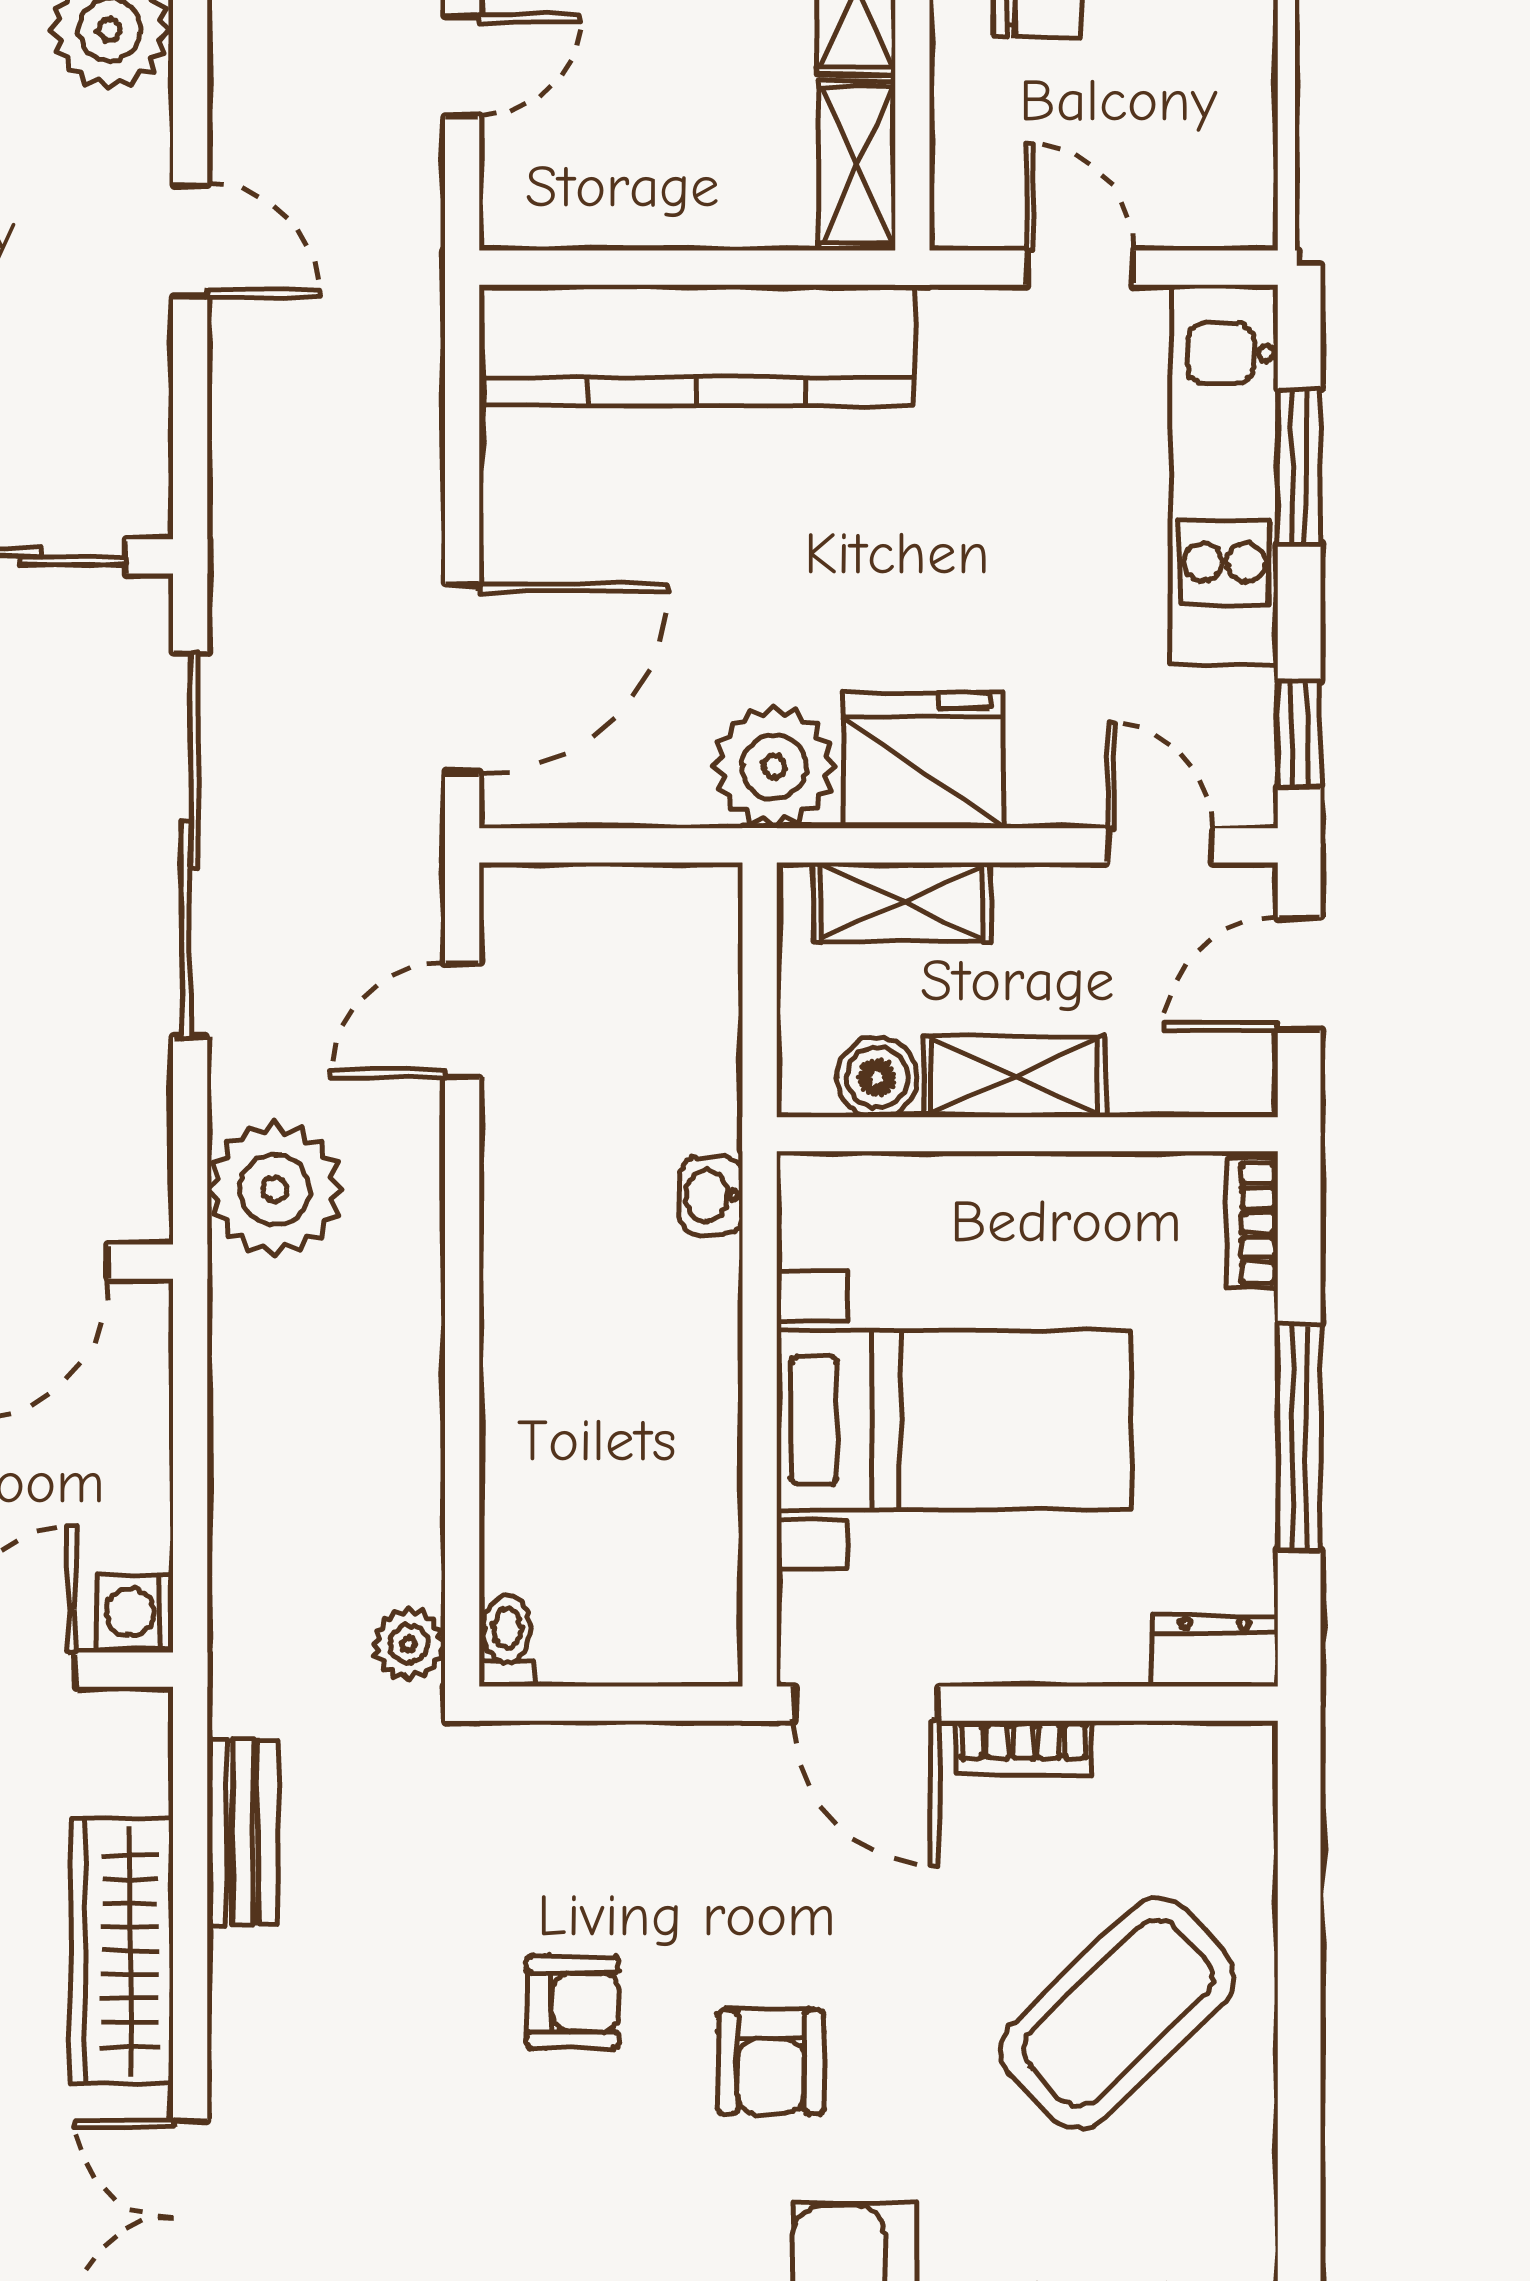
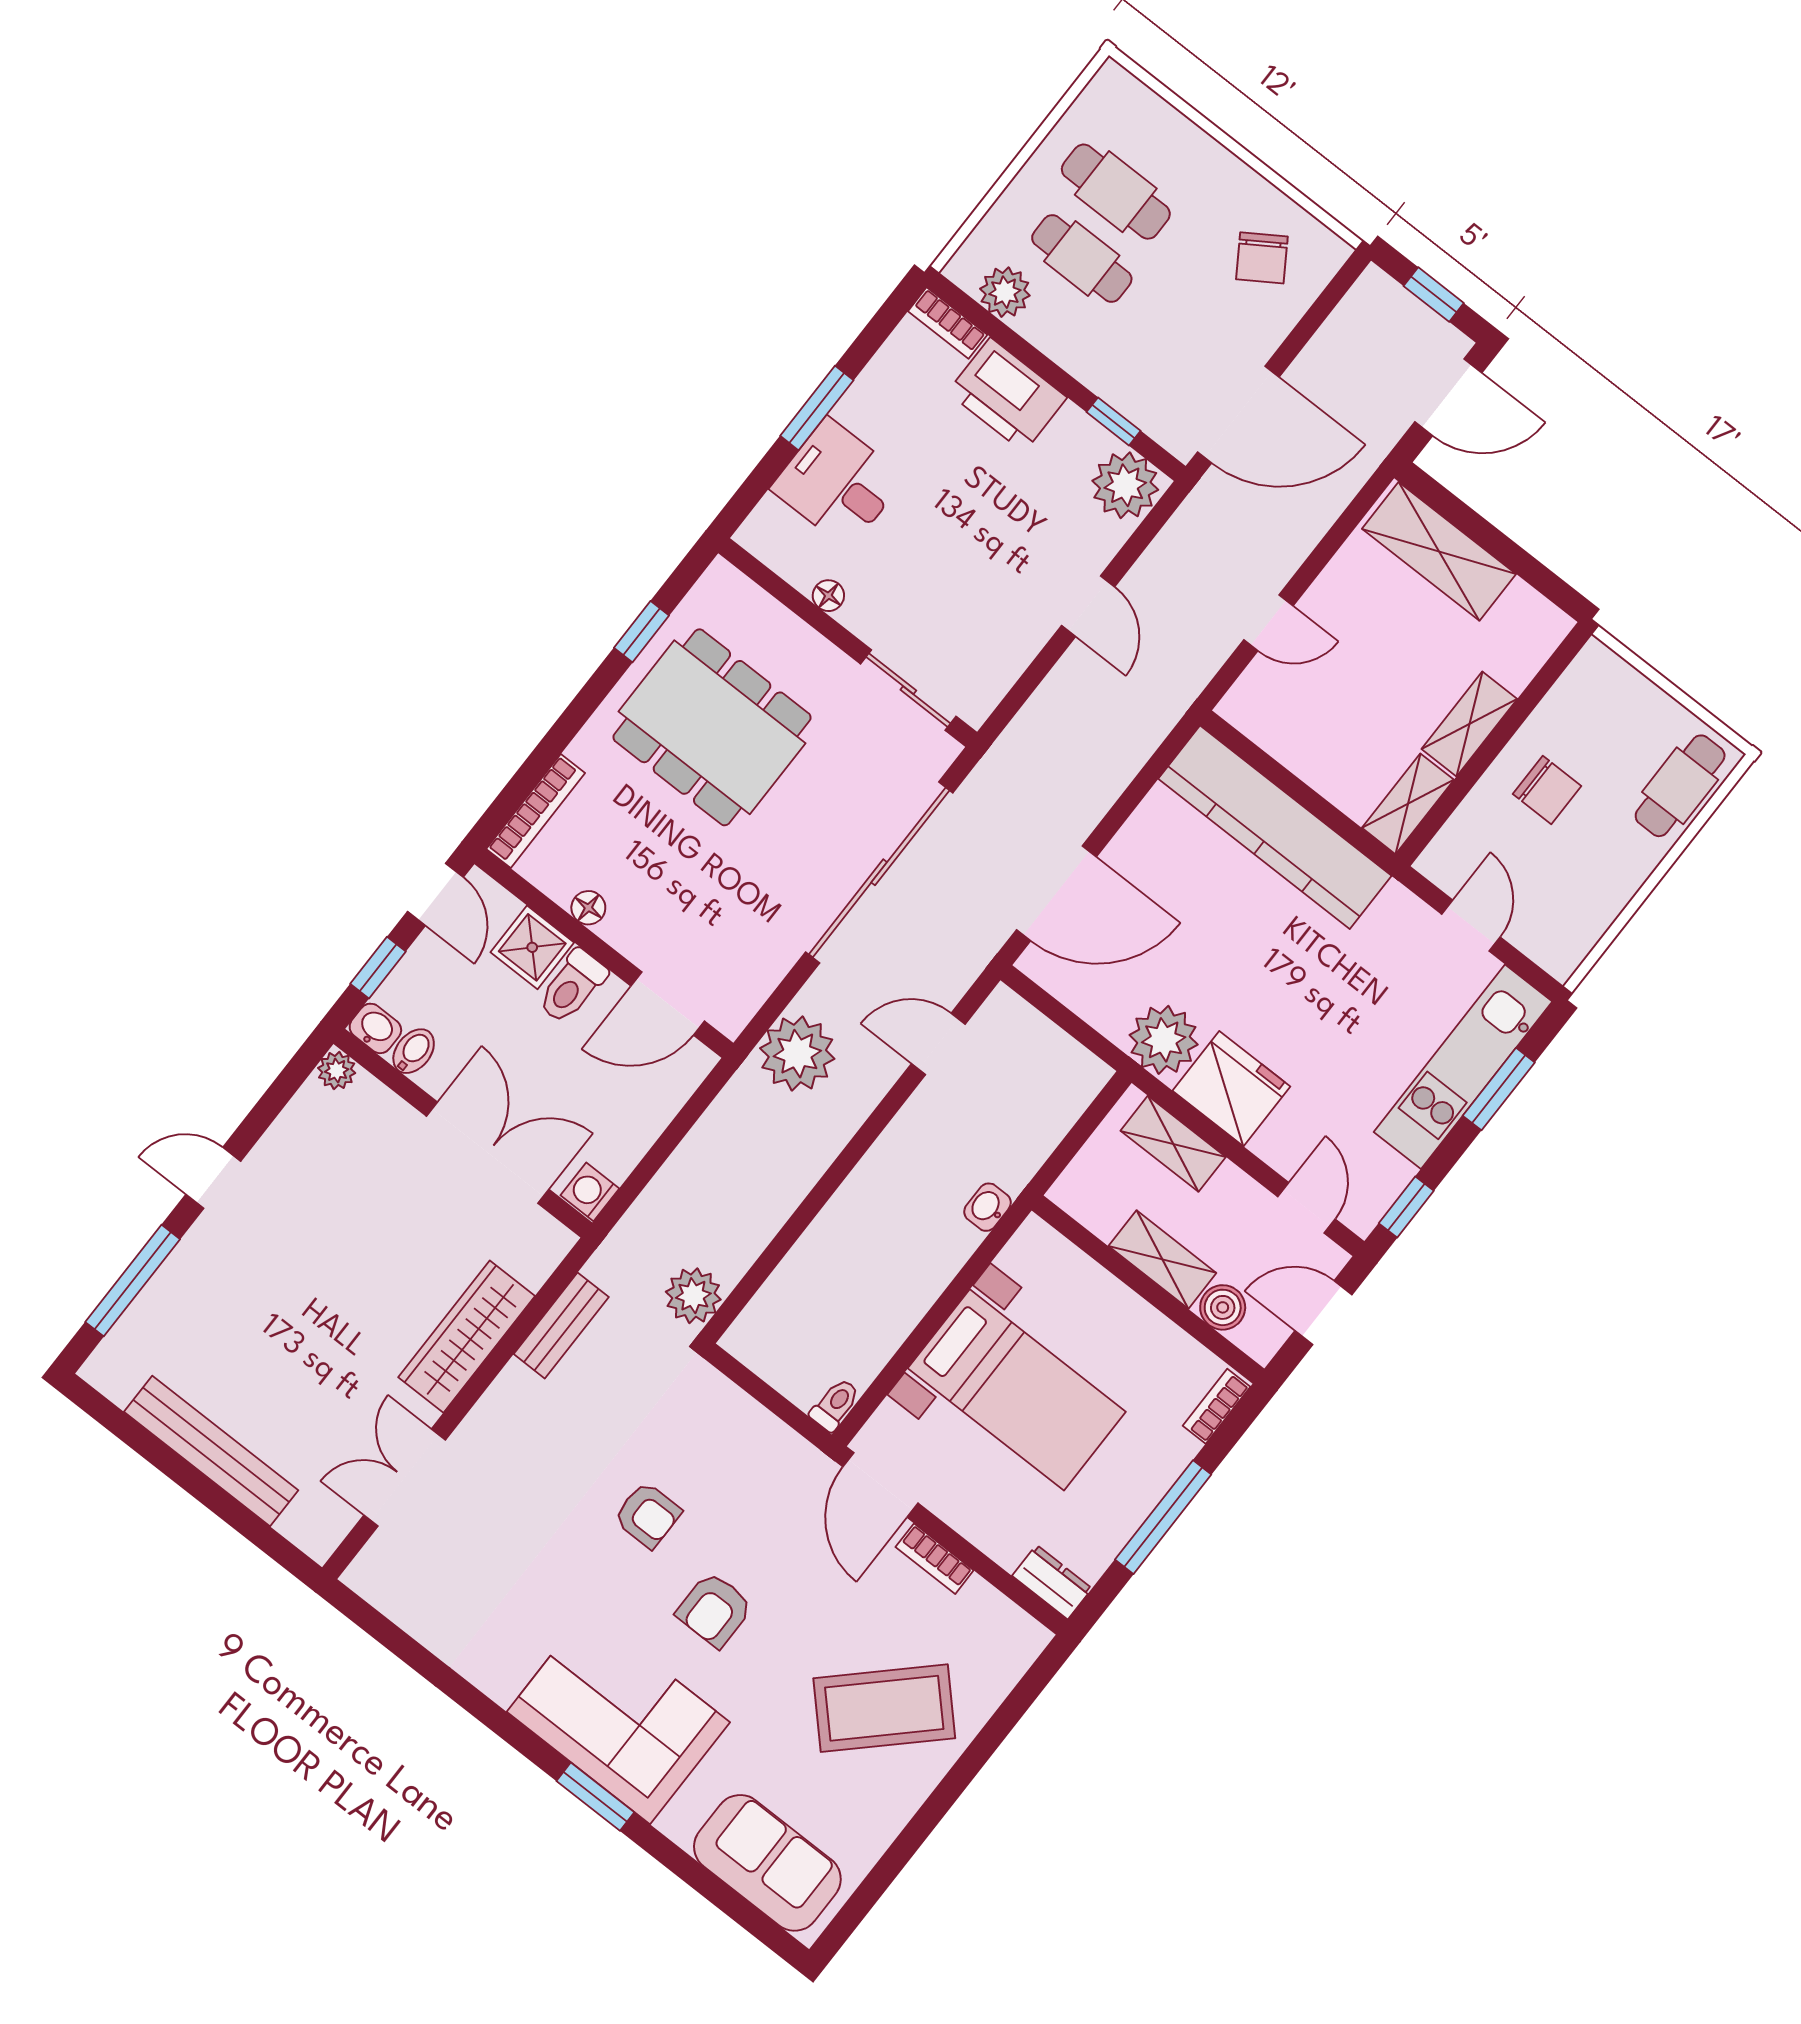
boiler: (877, 1077) -> (1223, 1307), moved
toilet: (507, 1641) -> (835, 1405), moved
plant: (409, 1644) -> (693, 1296), width x1.38, depth x1.38

